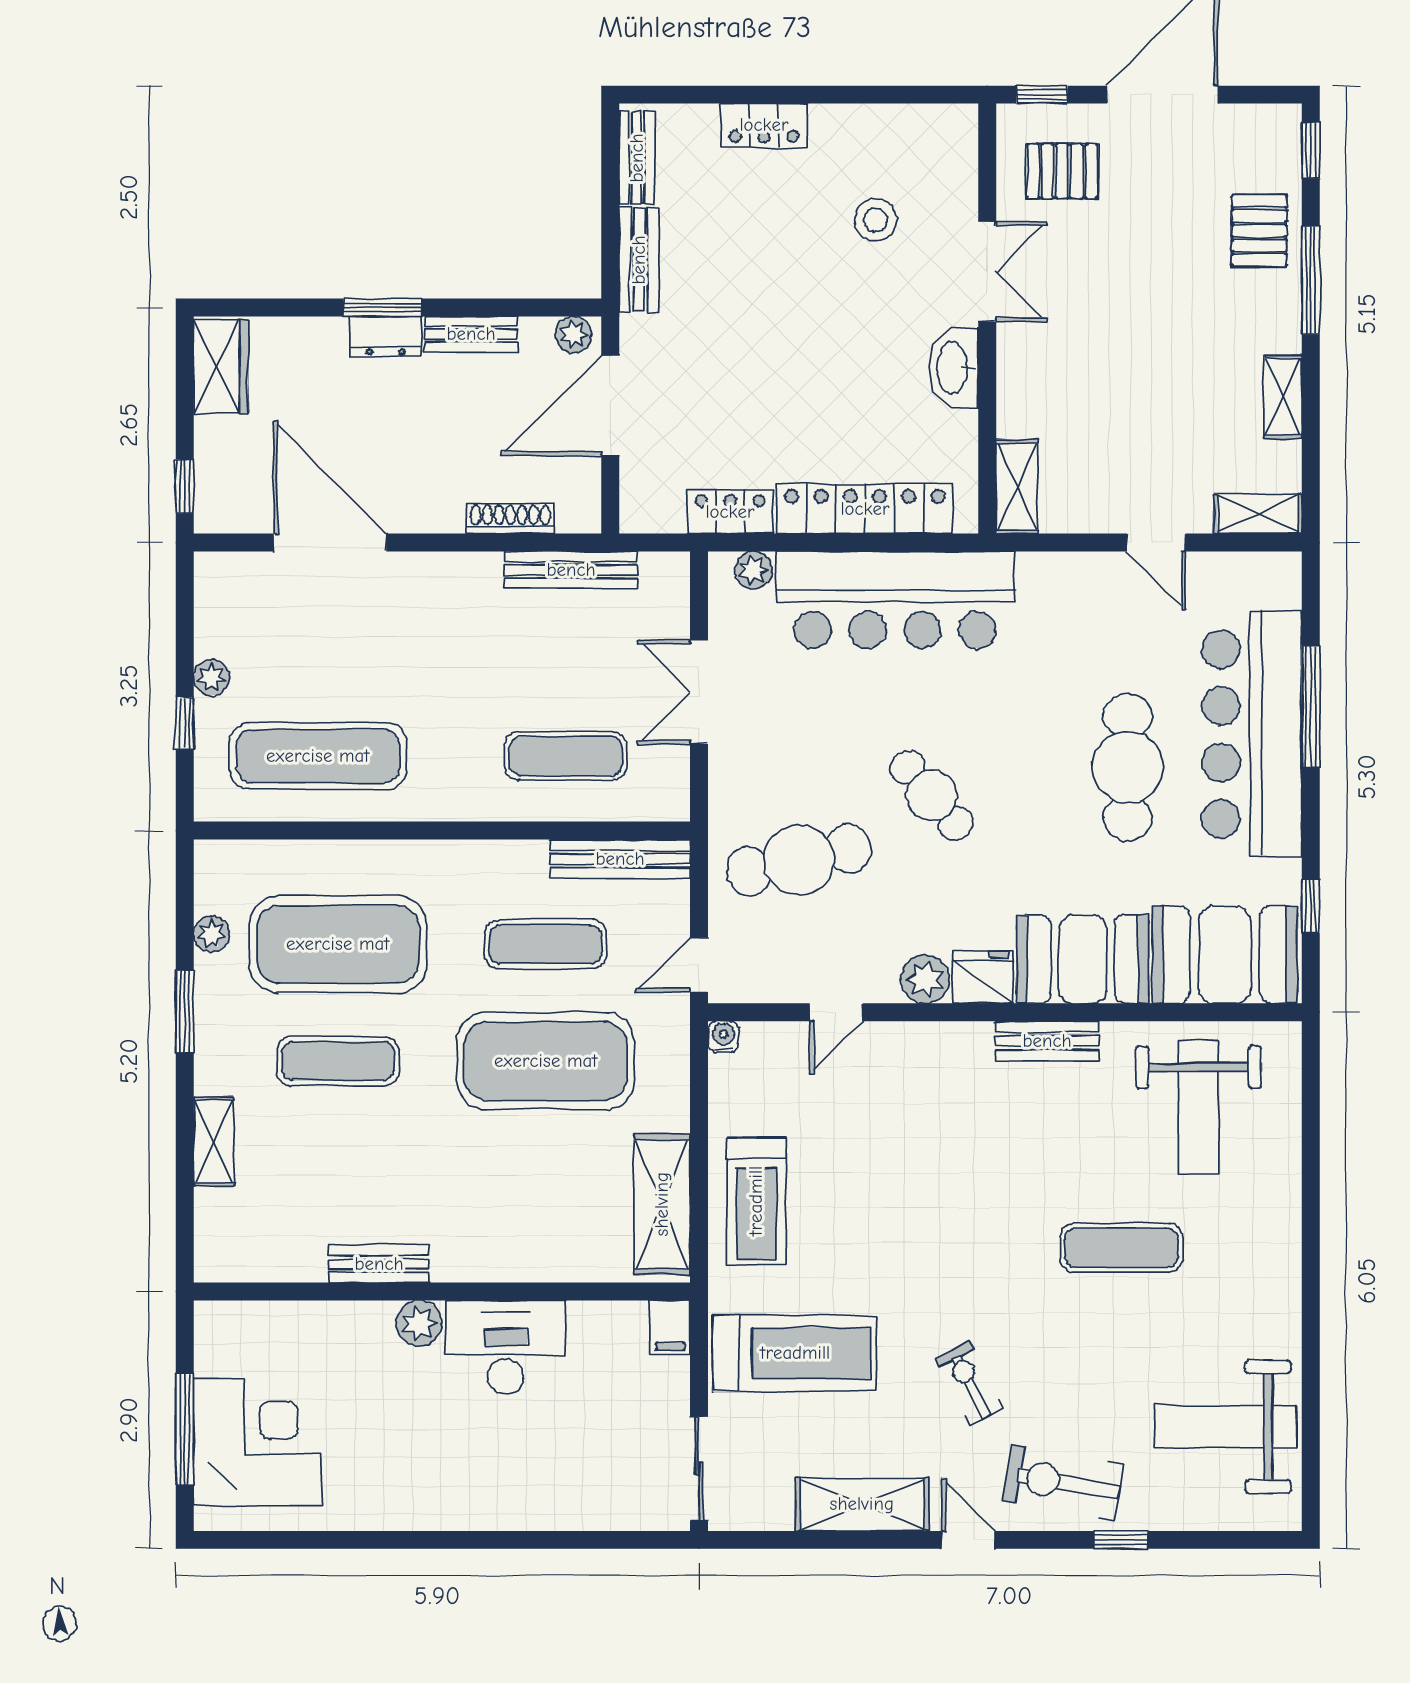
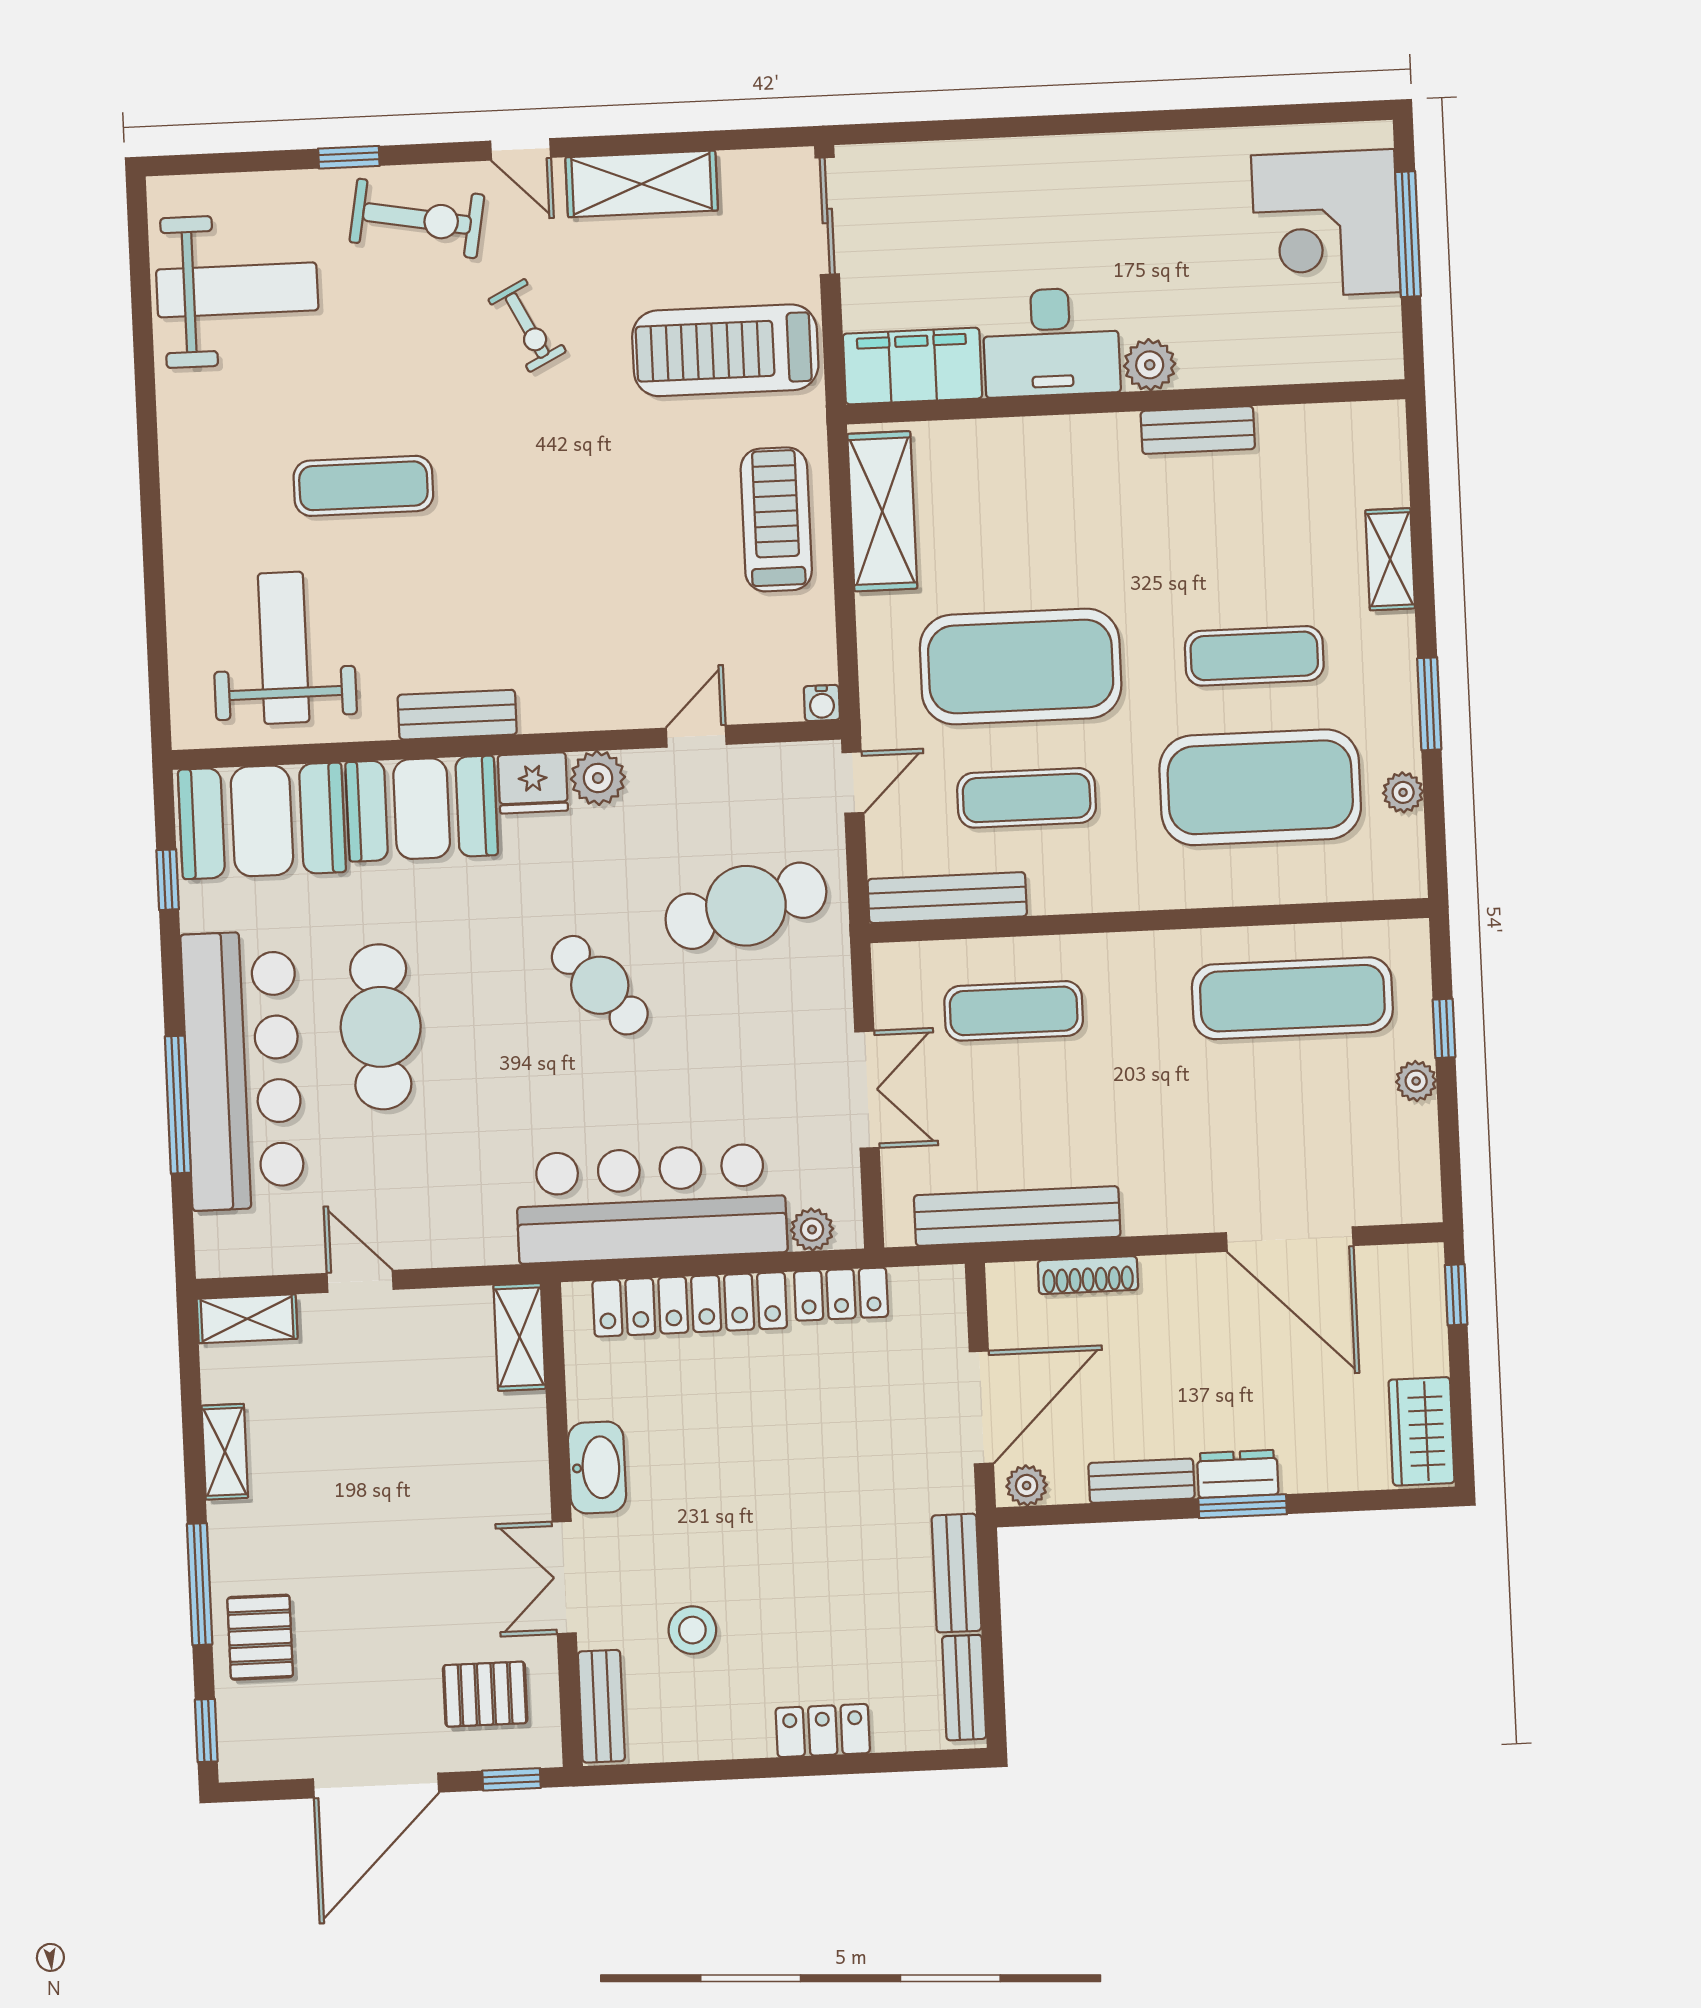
bench: (959, 156) -> (601, 1706), added
bench: (571, 570) -> (1017, 1216), width x1.37, depth x1.21
filing cabinet: (670, 1327) -> (912, 366), width x3.00, depth x1.17

